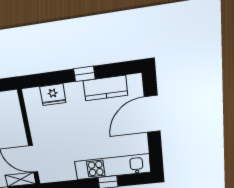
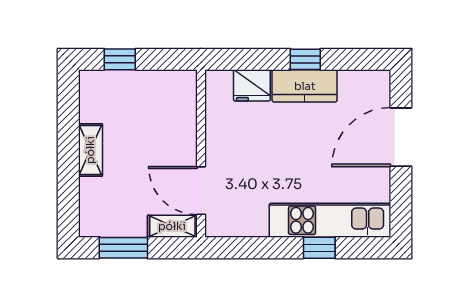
kitchen counter: (105, 88) -> (305, 86), moved

